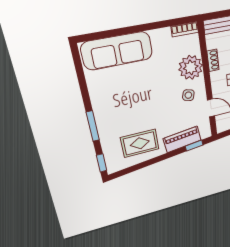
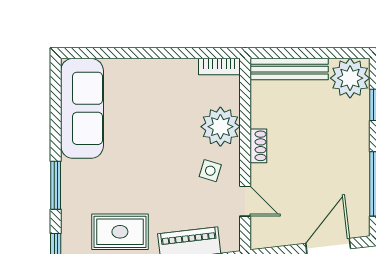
sofa: (117, 51) -> (82, 108), moved, turned -90
shoe rack: (213, 60) -> (258, 146), moved

